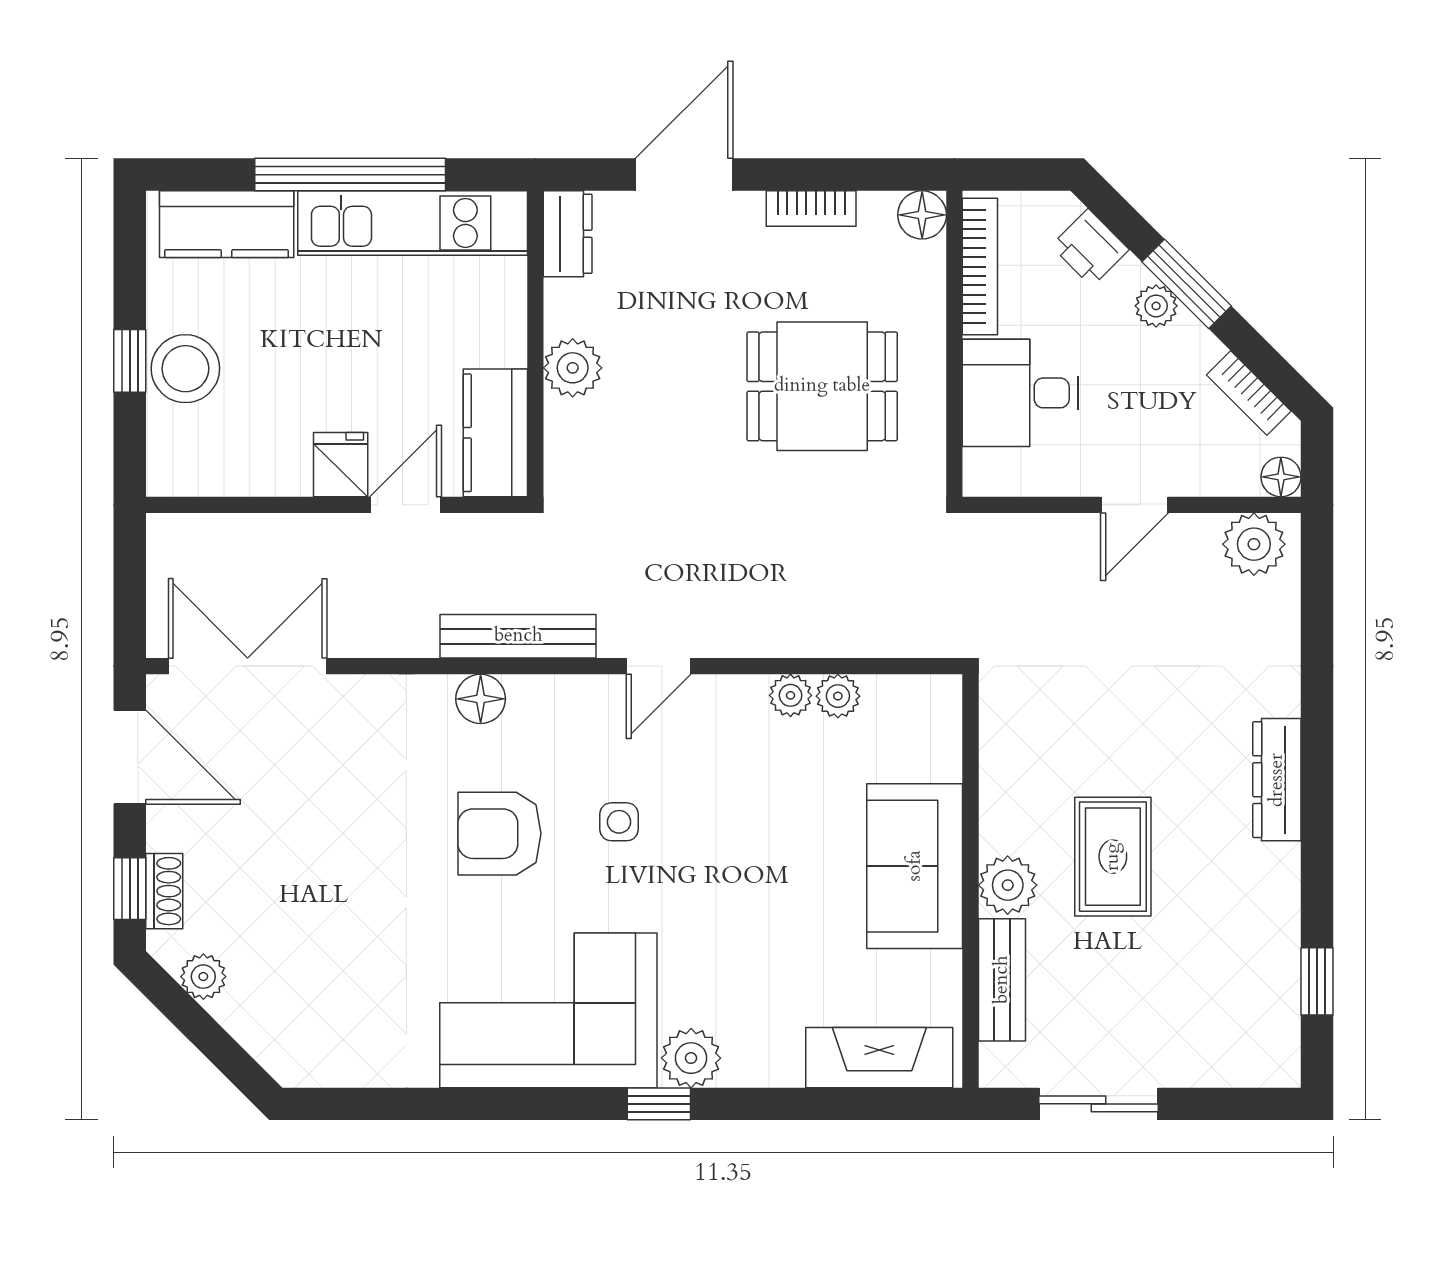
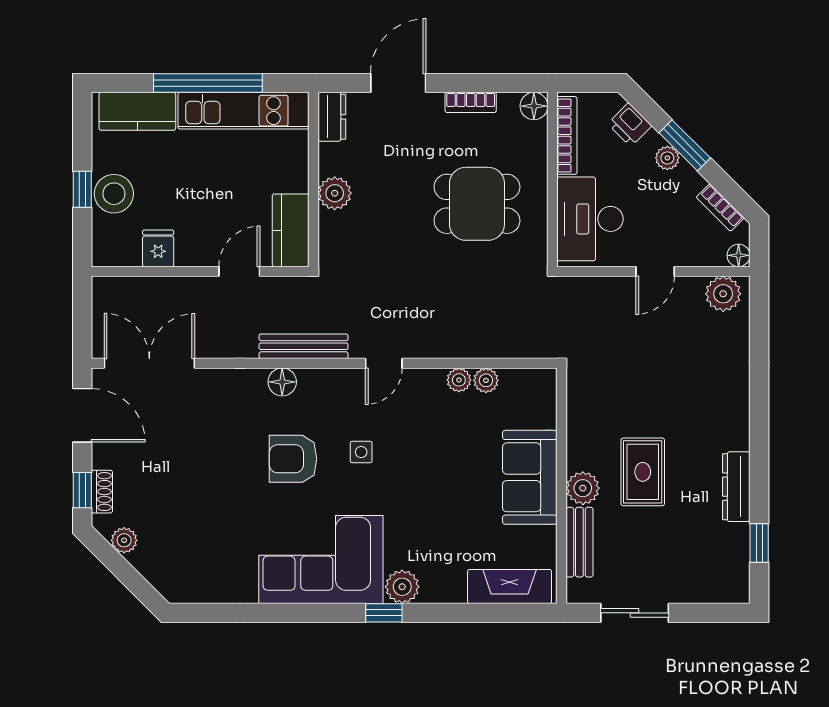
desk: (1020, 393) -> (590, 219), width x1.37
fridge: (341, 465) -> (158, 248), moved
dresser: (1277, 780) -> (736, 487), moved

